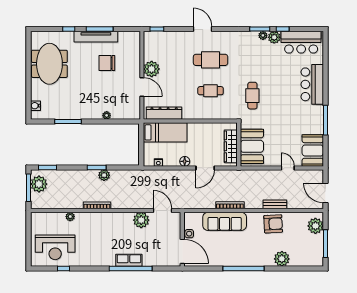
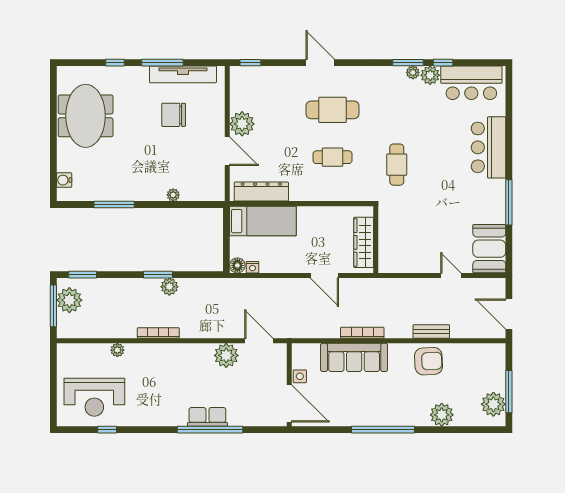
tv unit: (96, 37) -> (183, 74), moved
booth: (252, 146) -> (396, 242), removed
floor lamp: (185, 161) -> (237, 265), moved
door: (205, 168) -> (324, 276), hinge flipped
plant: (315, 226) -> (493, 404), moved

